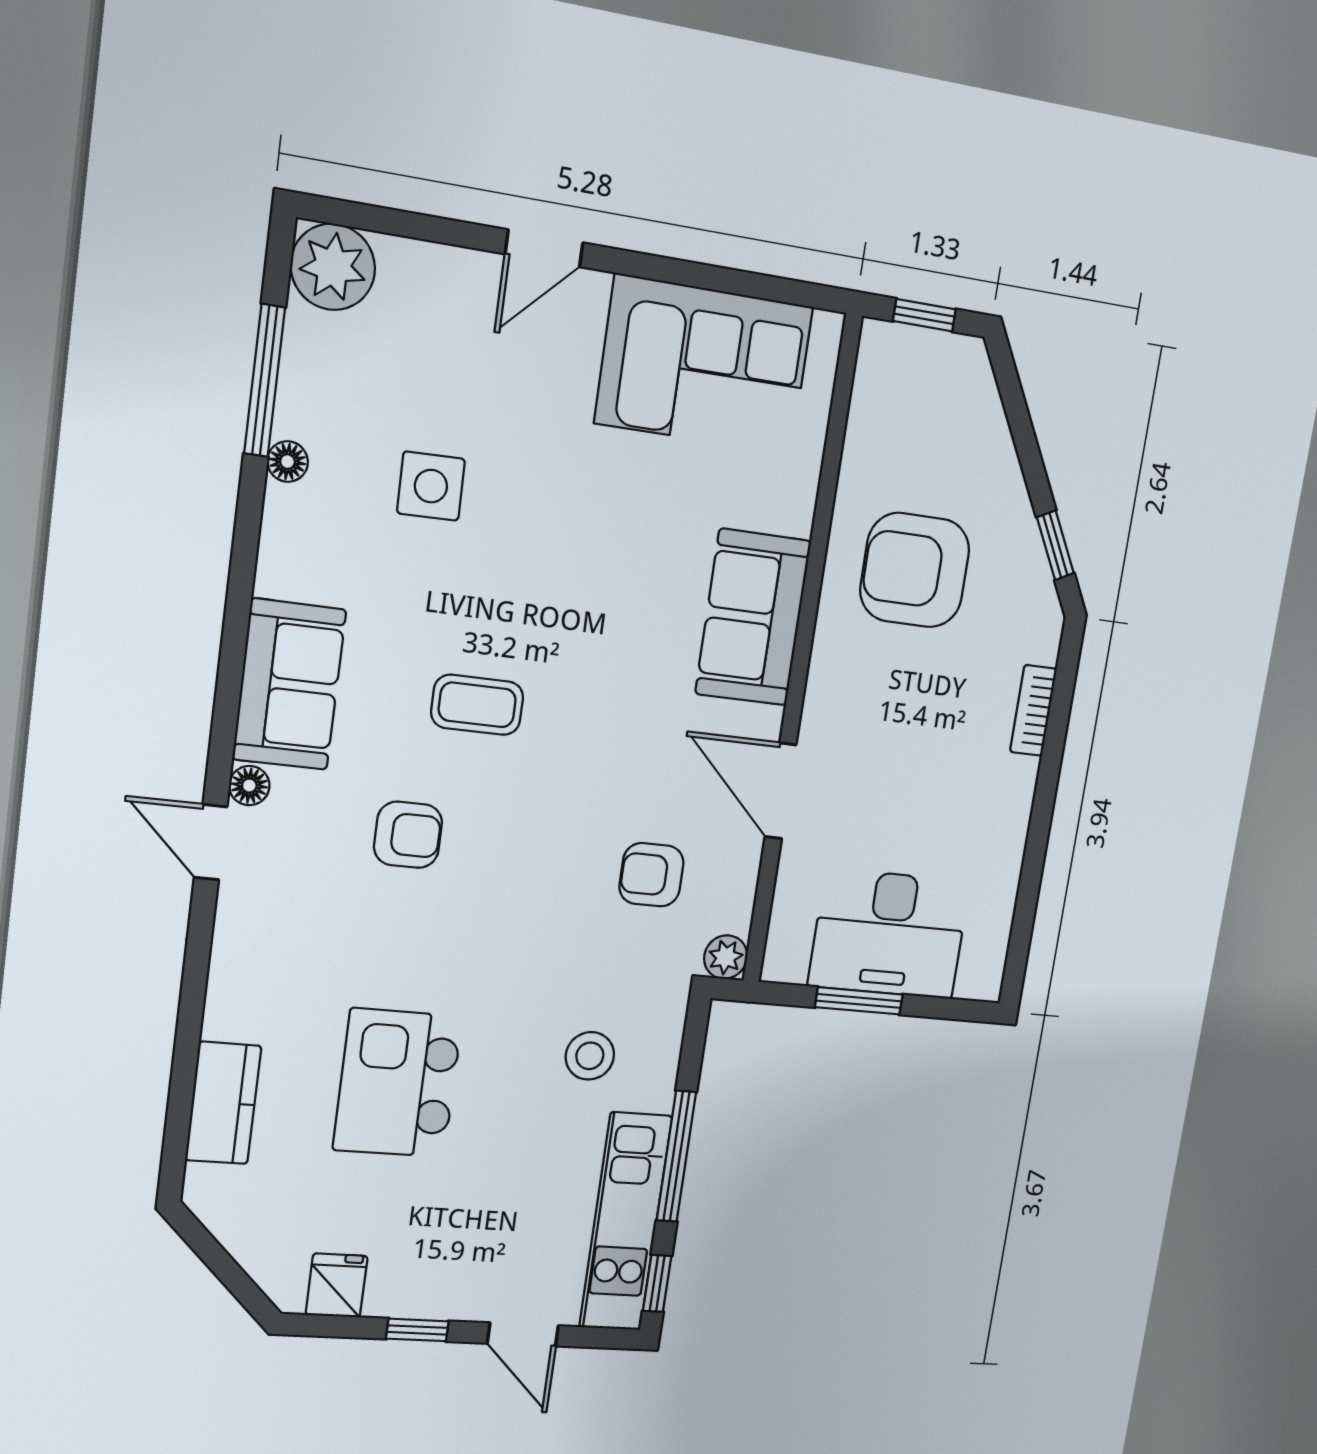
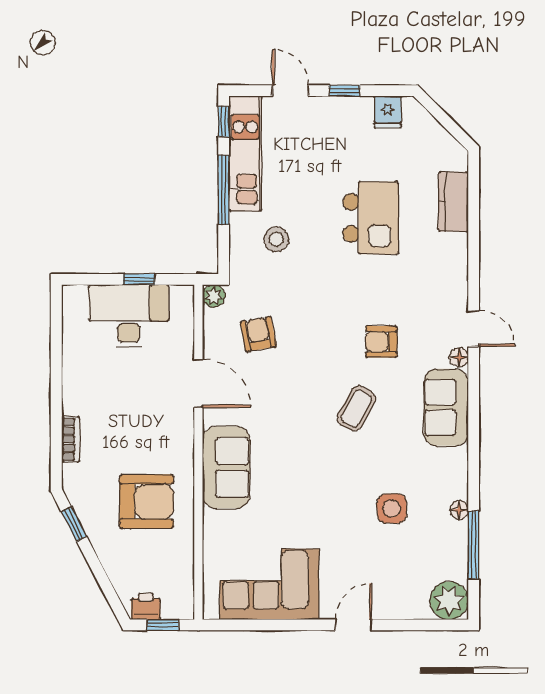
printer: (950, 359) -> (146, 607), added
coffee table: (477, 705) -> (356, 408), turned -61
armchair: (651, 875) -> (258, 334), turned -100
window: (859, 1001) -> (139, 279), width x0.67

